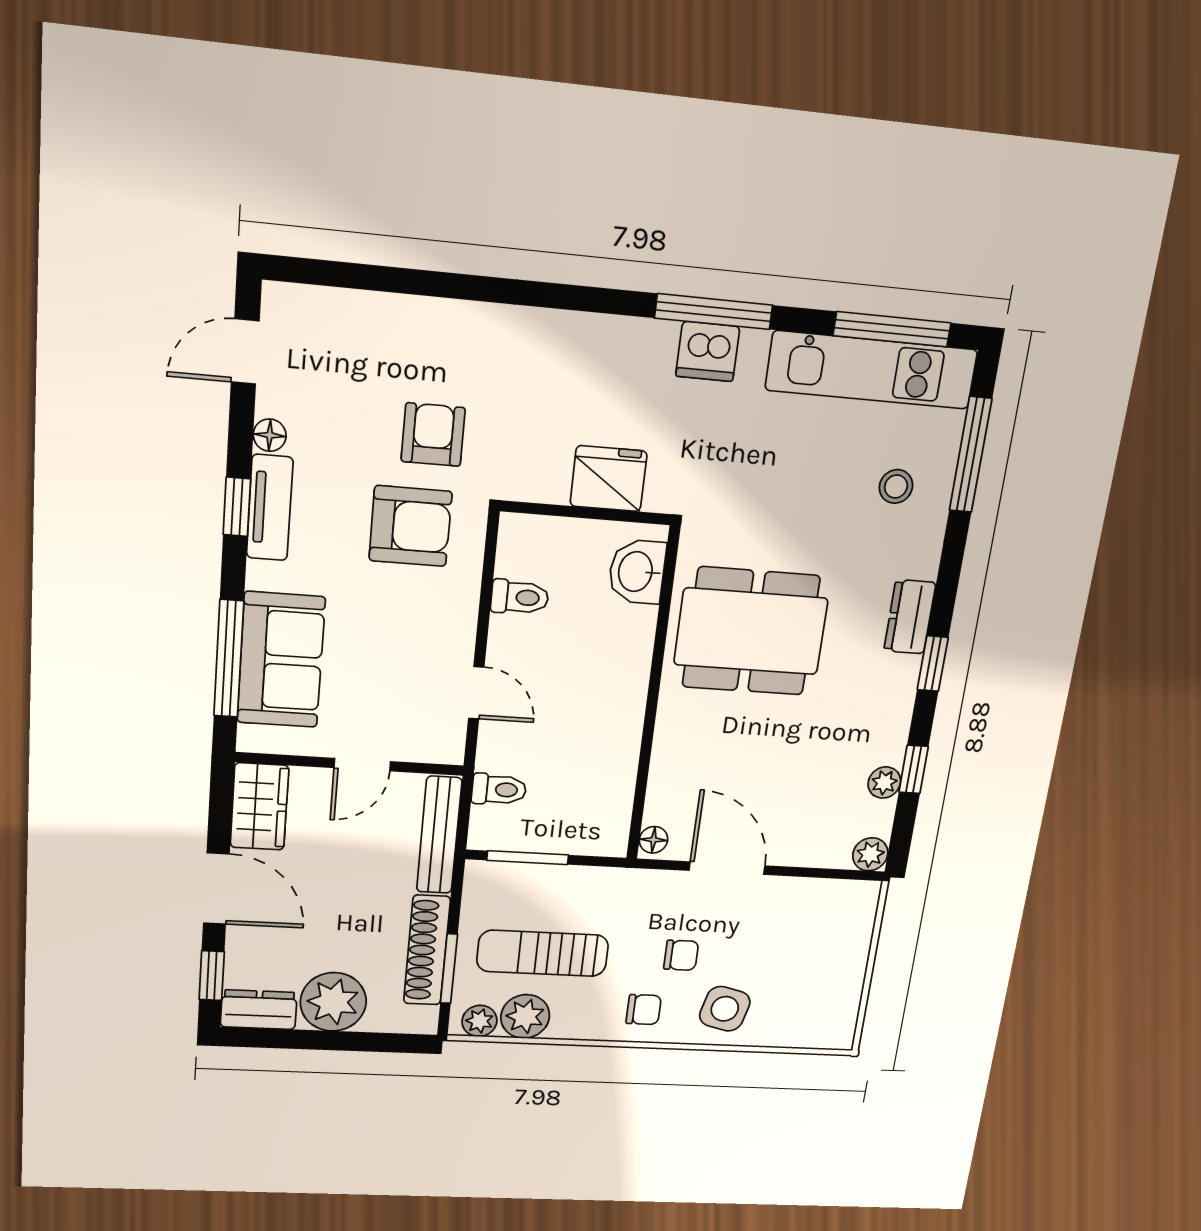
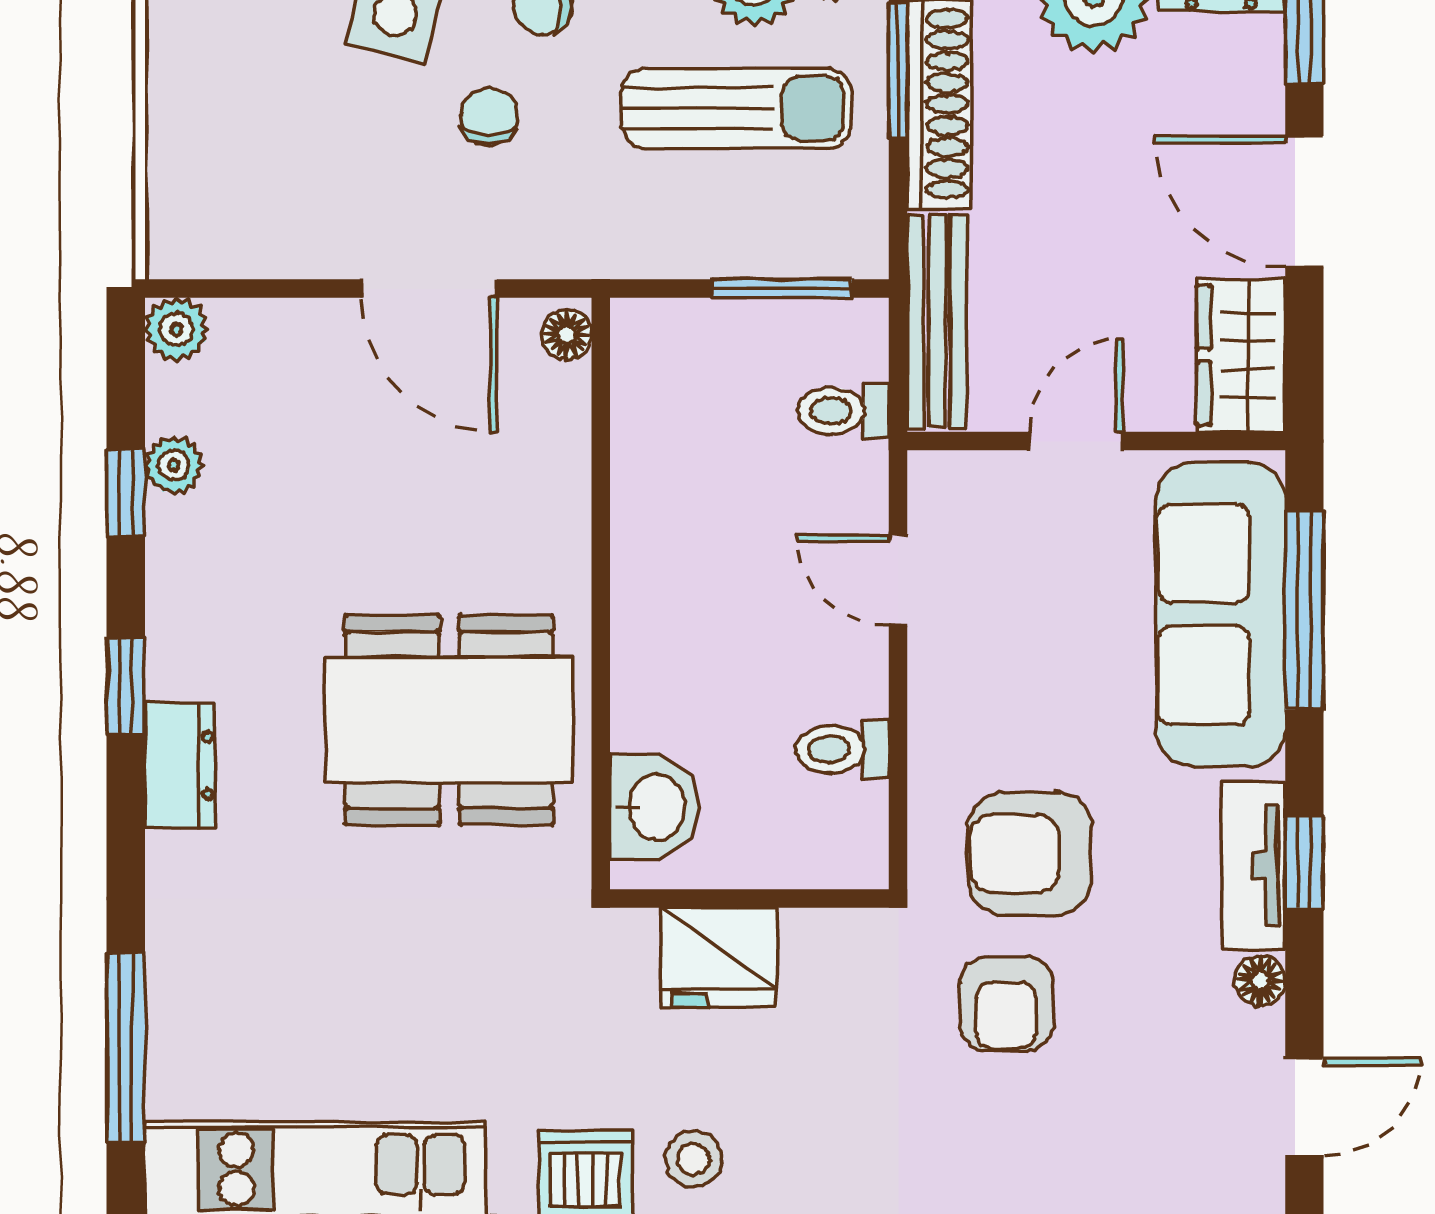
stool: (896, 486) -> (694, 1159), moved
sofa: (281, 660) -> (1221, 614), width x1.36
chair: (681, 955) -> (489, 116), turned 90

